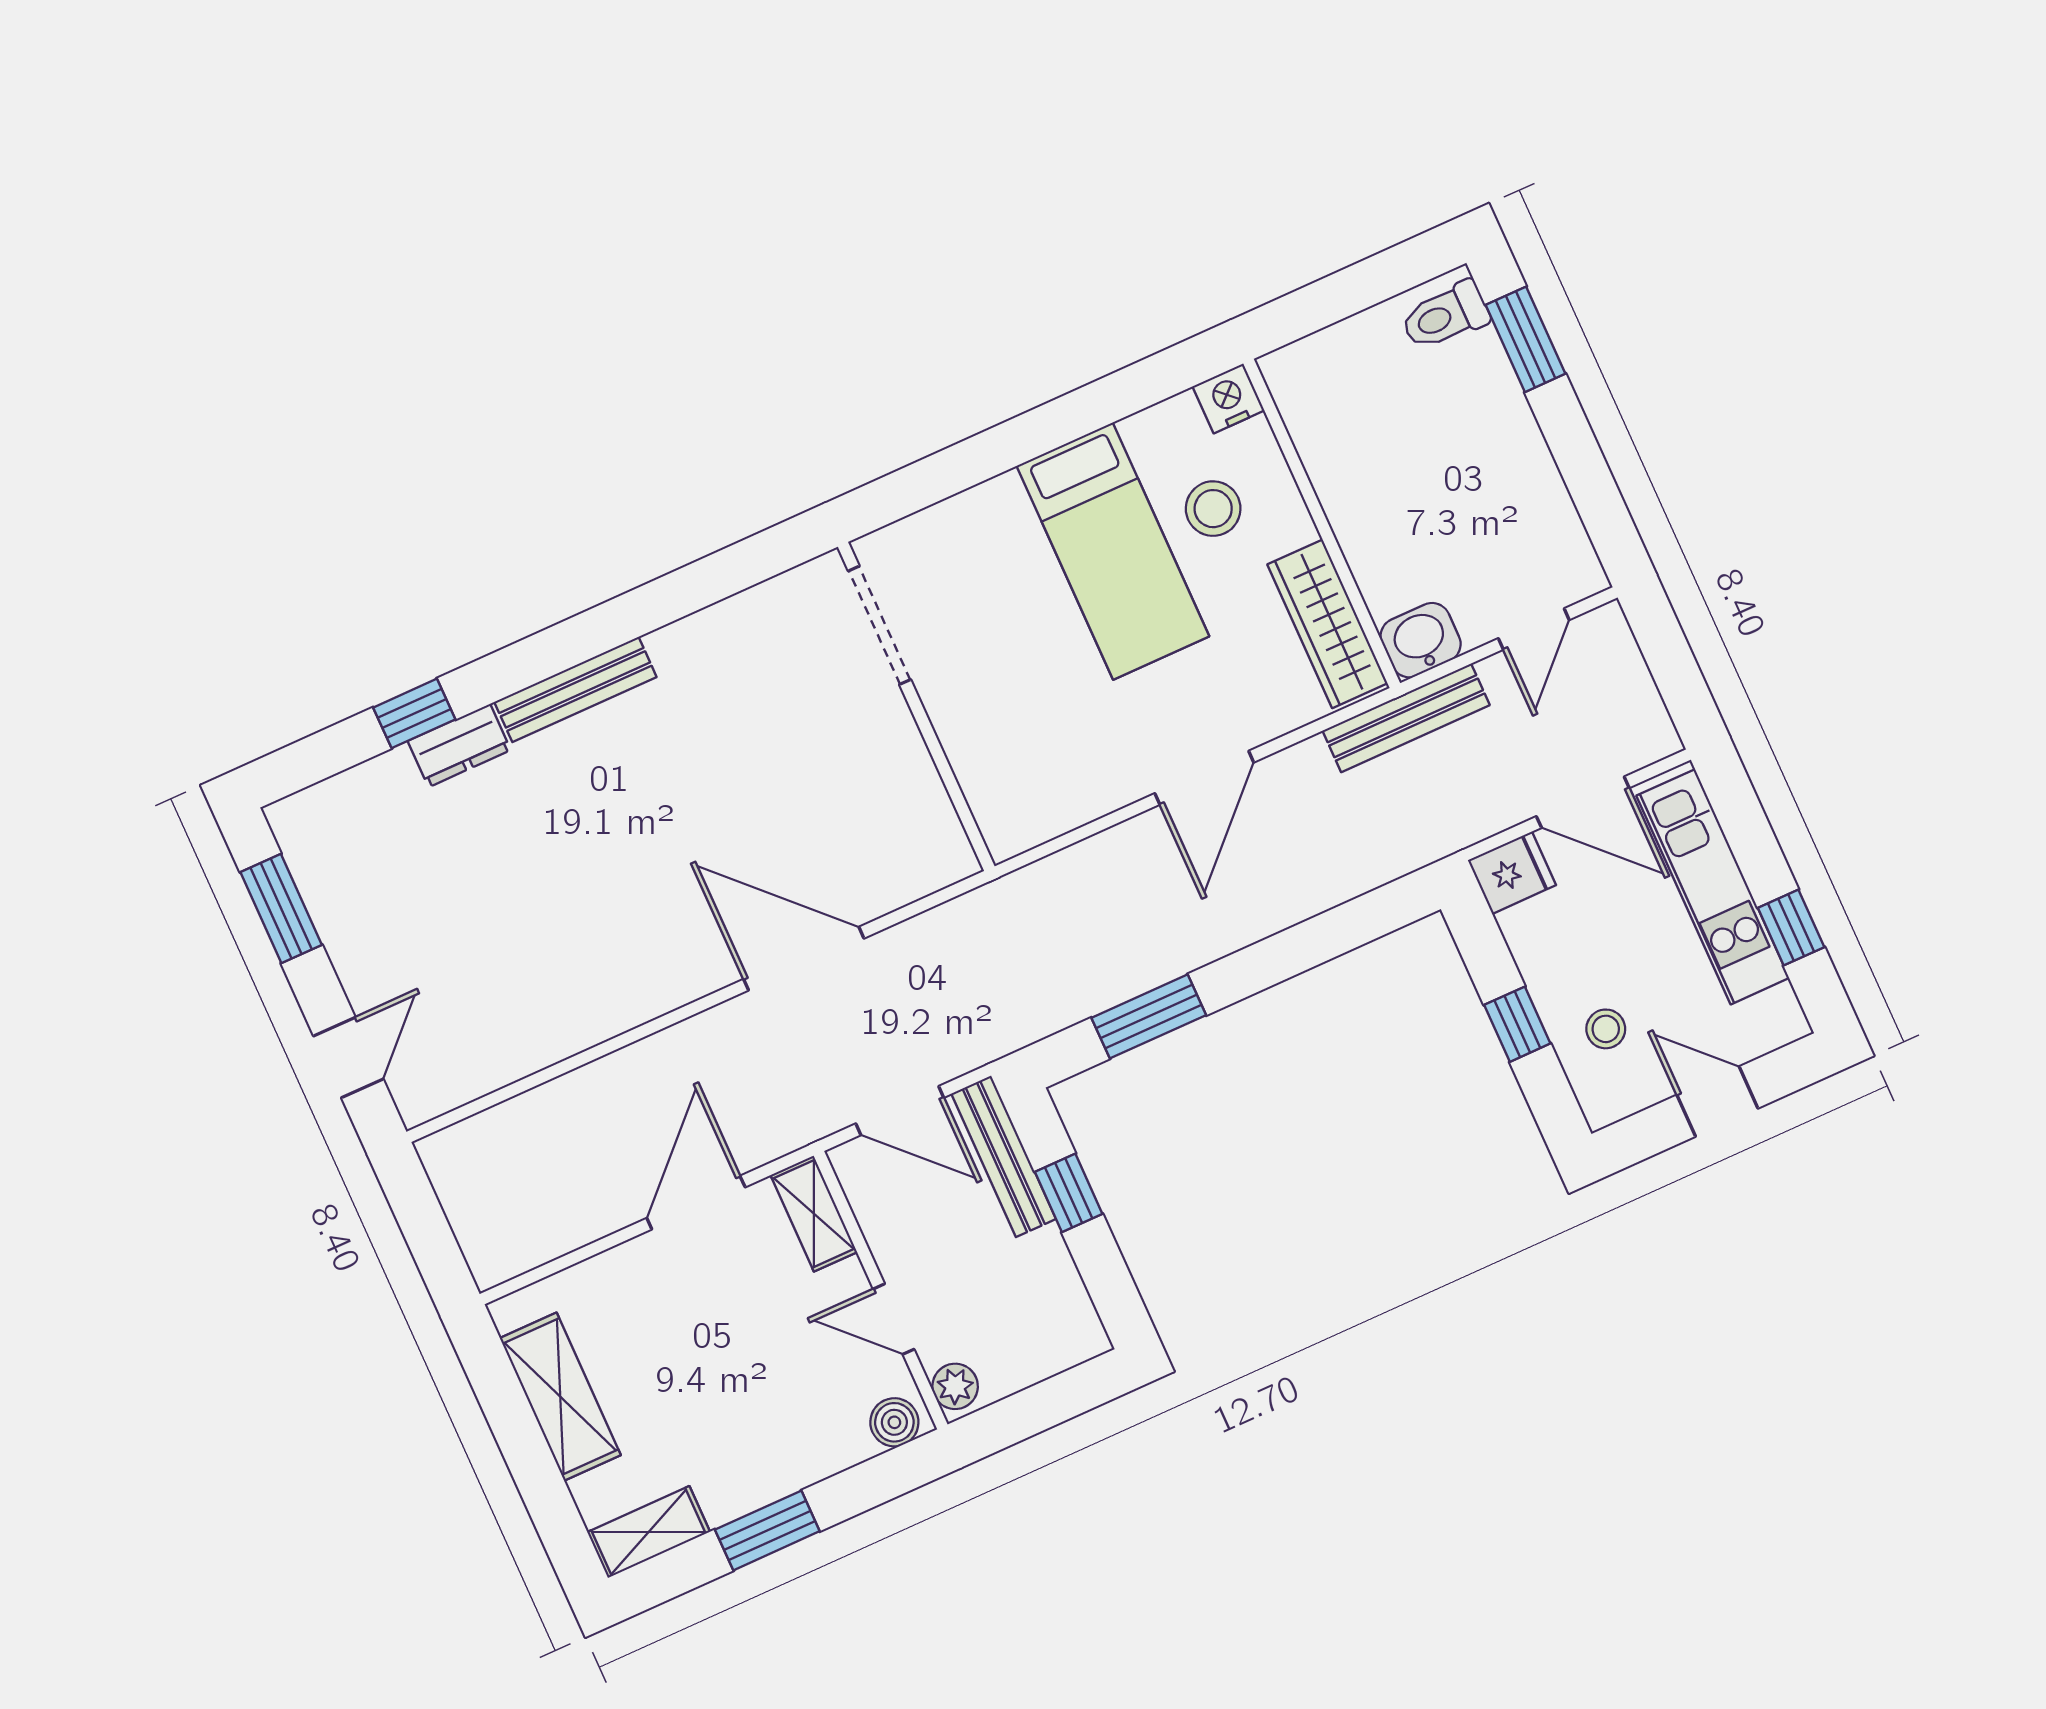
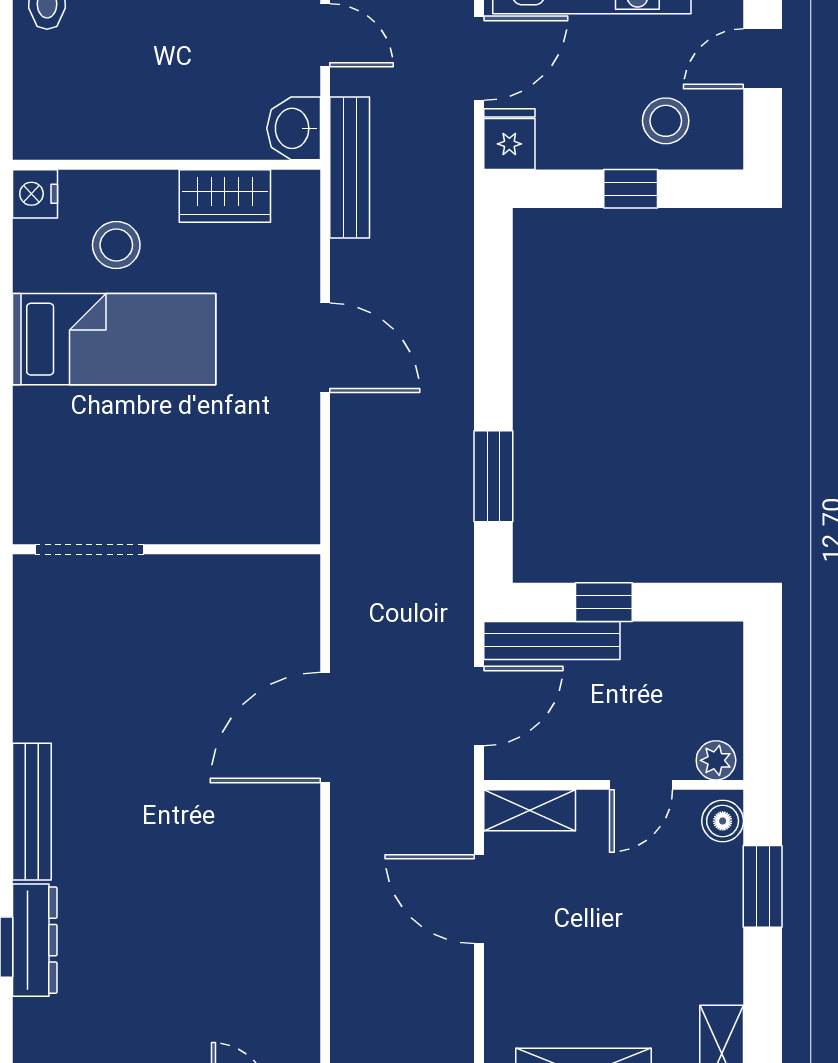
wardrobe: (1327, 624) -> (225, 196), width x0.67
dresser: (459, 745) -> (35, 940), width x1.44
stool: (1606, 1029) -> (666, 121), width x1.37, depth x1.37
window: (767, 1530) -> (763, 886), moved

